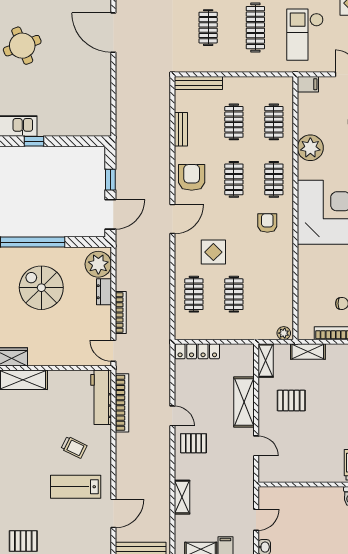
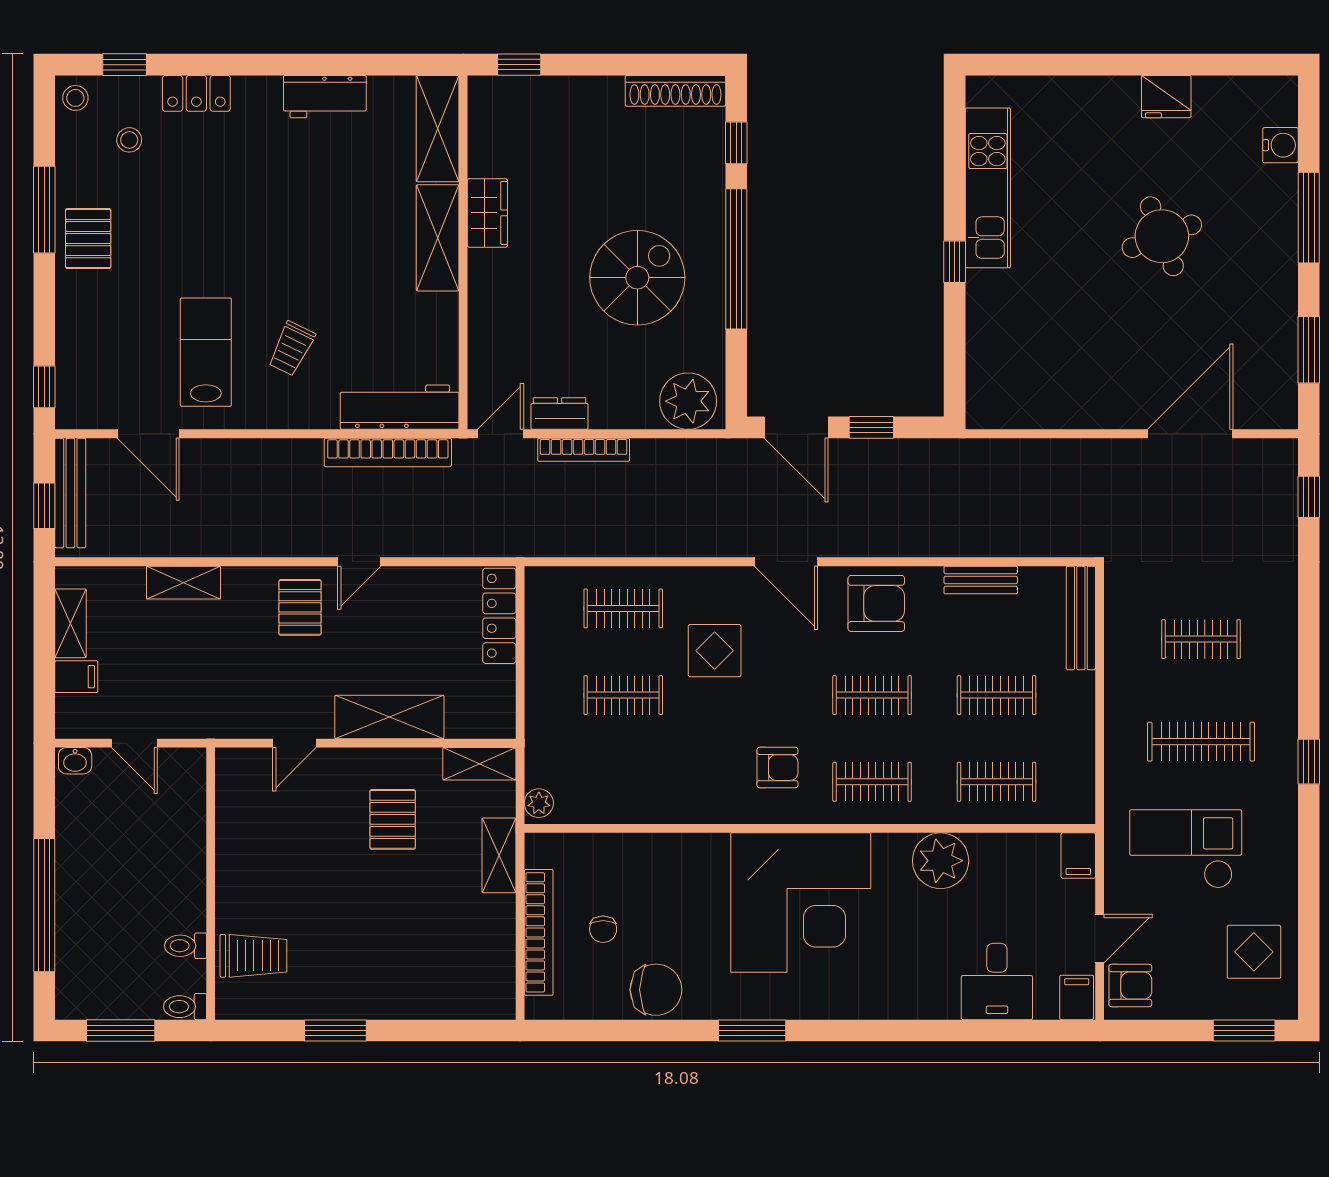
dresser: (104, 292) -> (560, 413), moved

